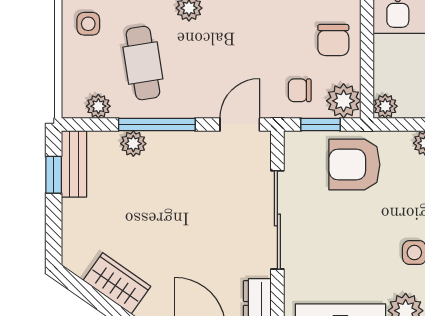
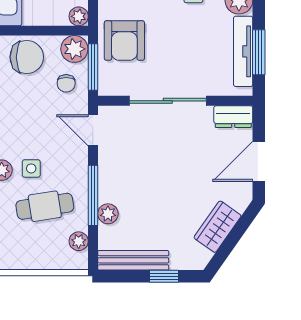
side table: (88, 24) -> (31, 168), moved
chair: (333, 40) -> (27, 57), width x1.37, depth x1.37
window: (321, 124) -> (93, 67), width x1.50
bench: (74, 164) -> (133, 260), width x1.36
window: (54, 175) -> (164, 276), moved

